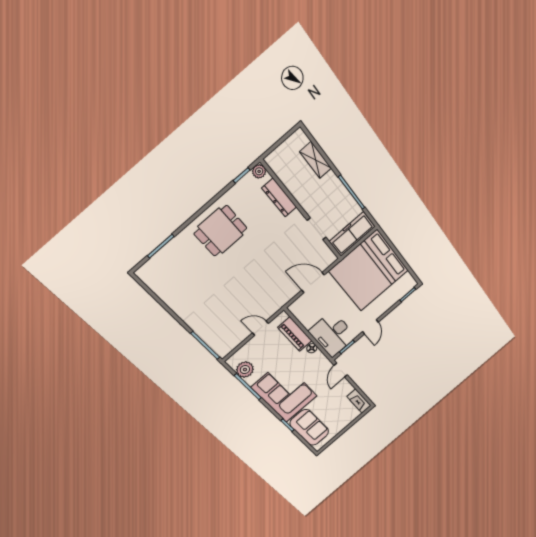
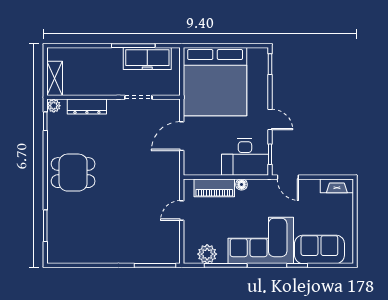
shelving: (316, 160) -> (55, 78), moved, turned 90
dining table: (221, 231) -> (73, 173), turned 90
freezer: (352, 234) -> (147, 58), moved, turned -90

